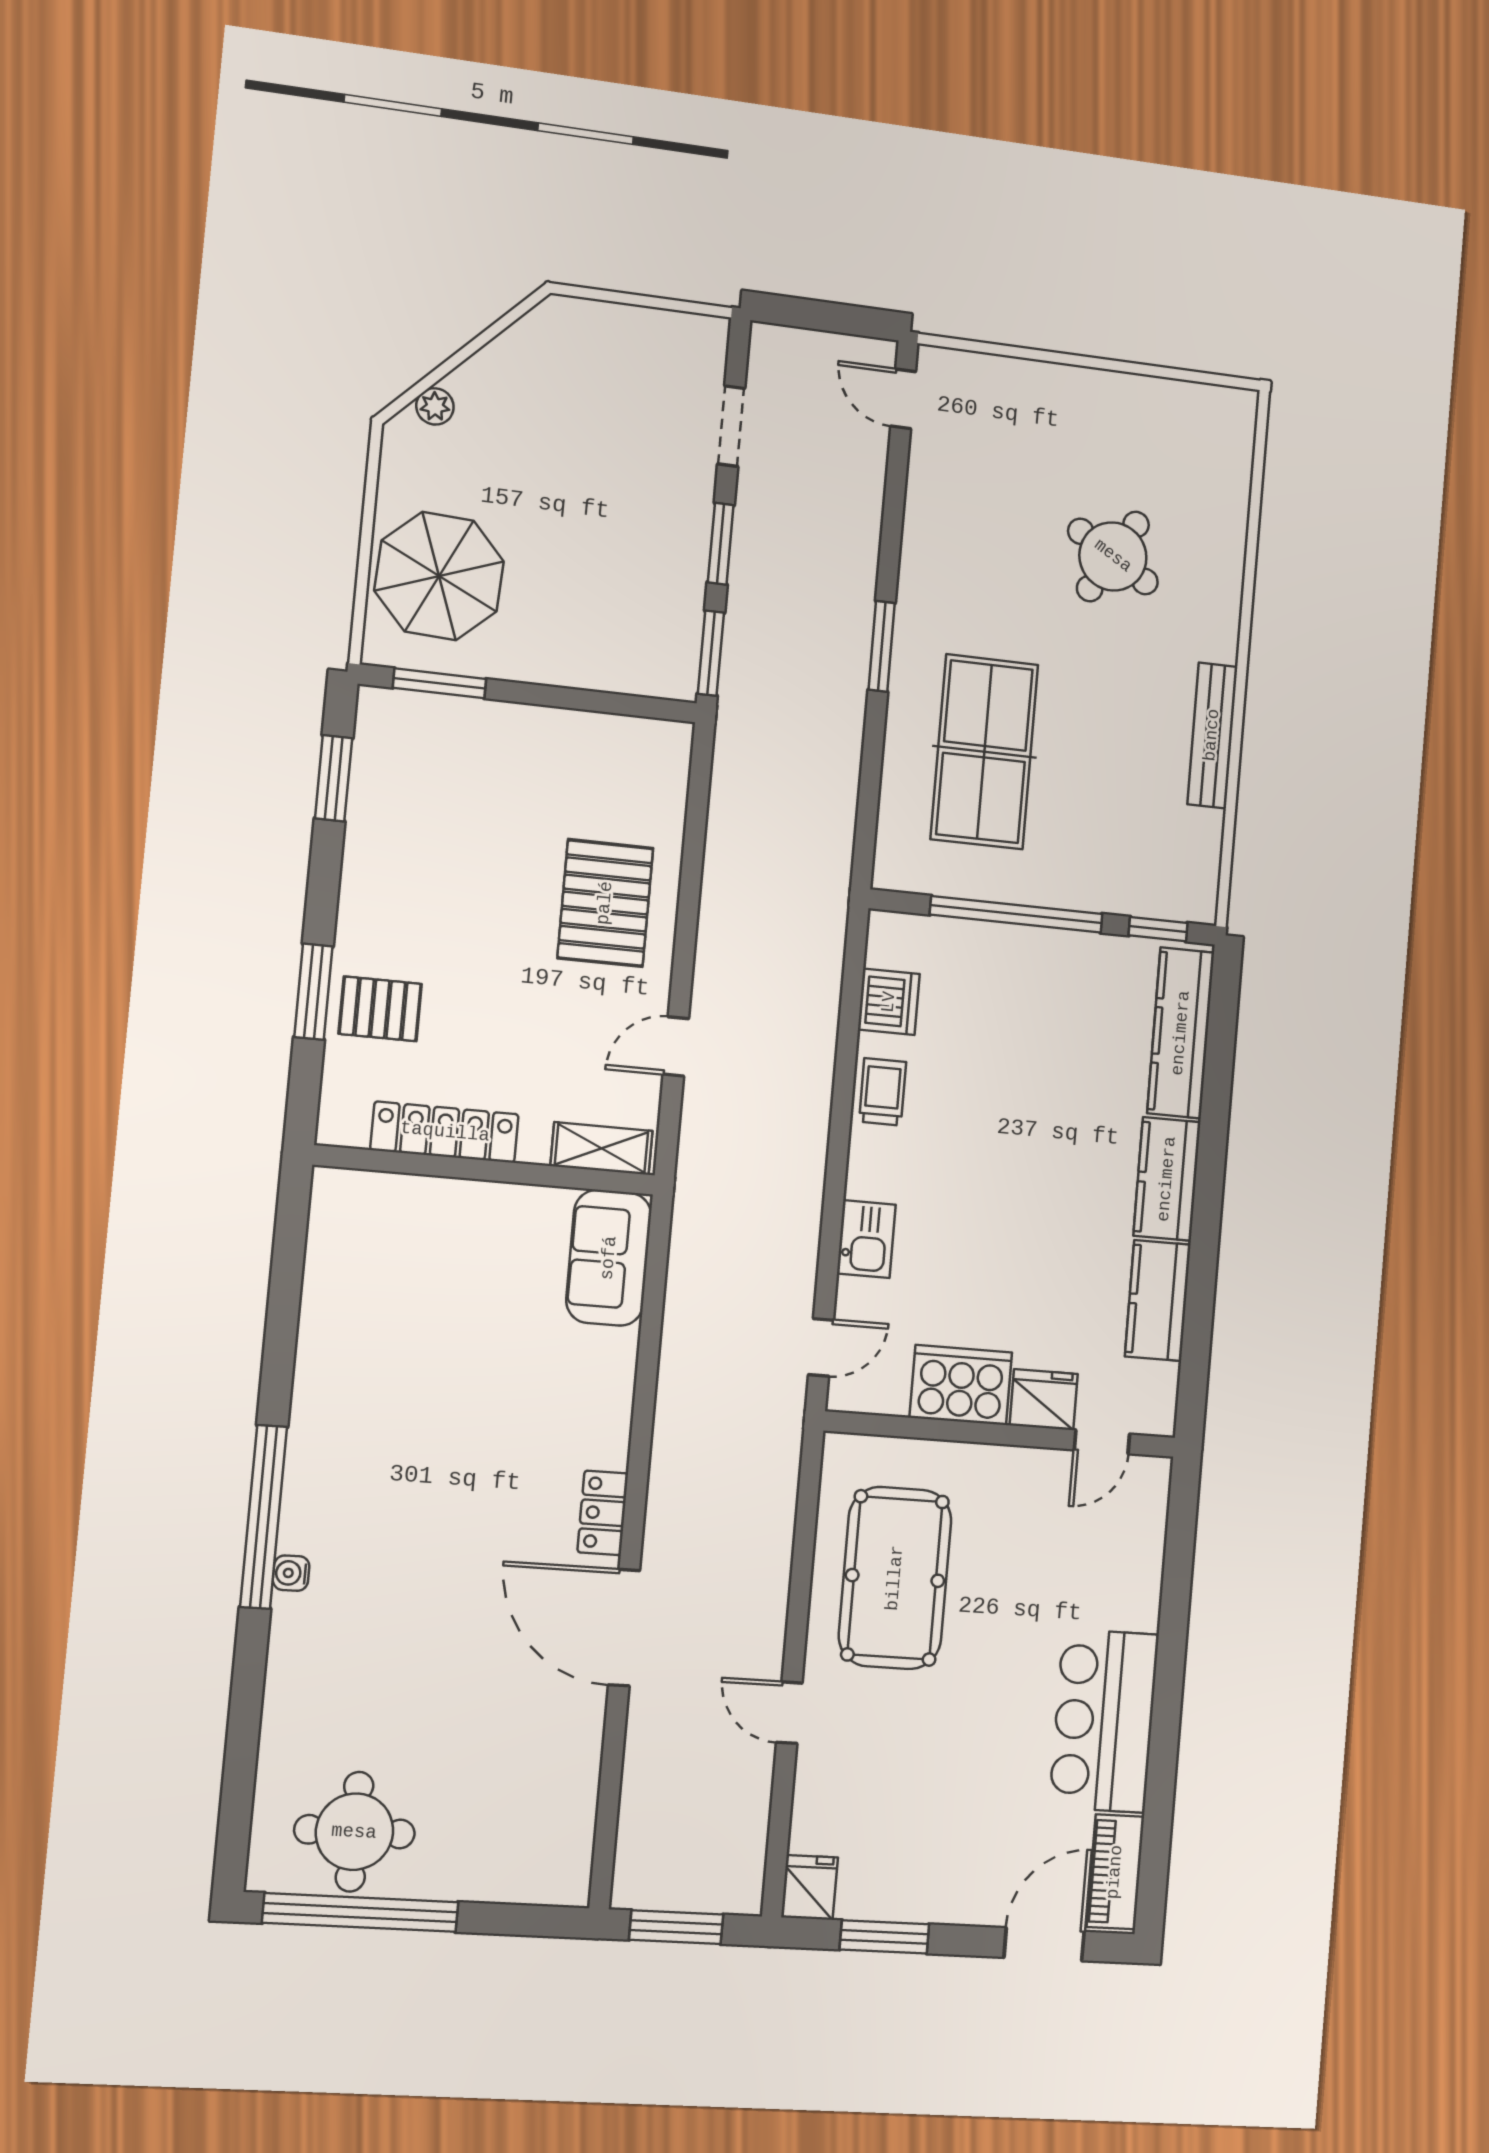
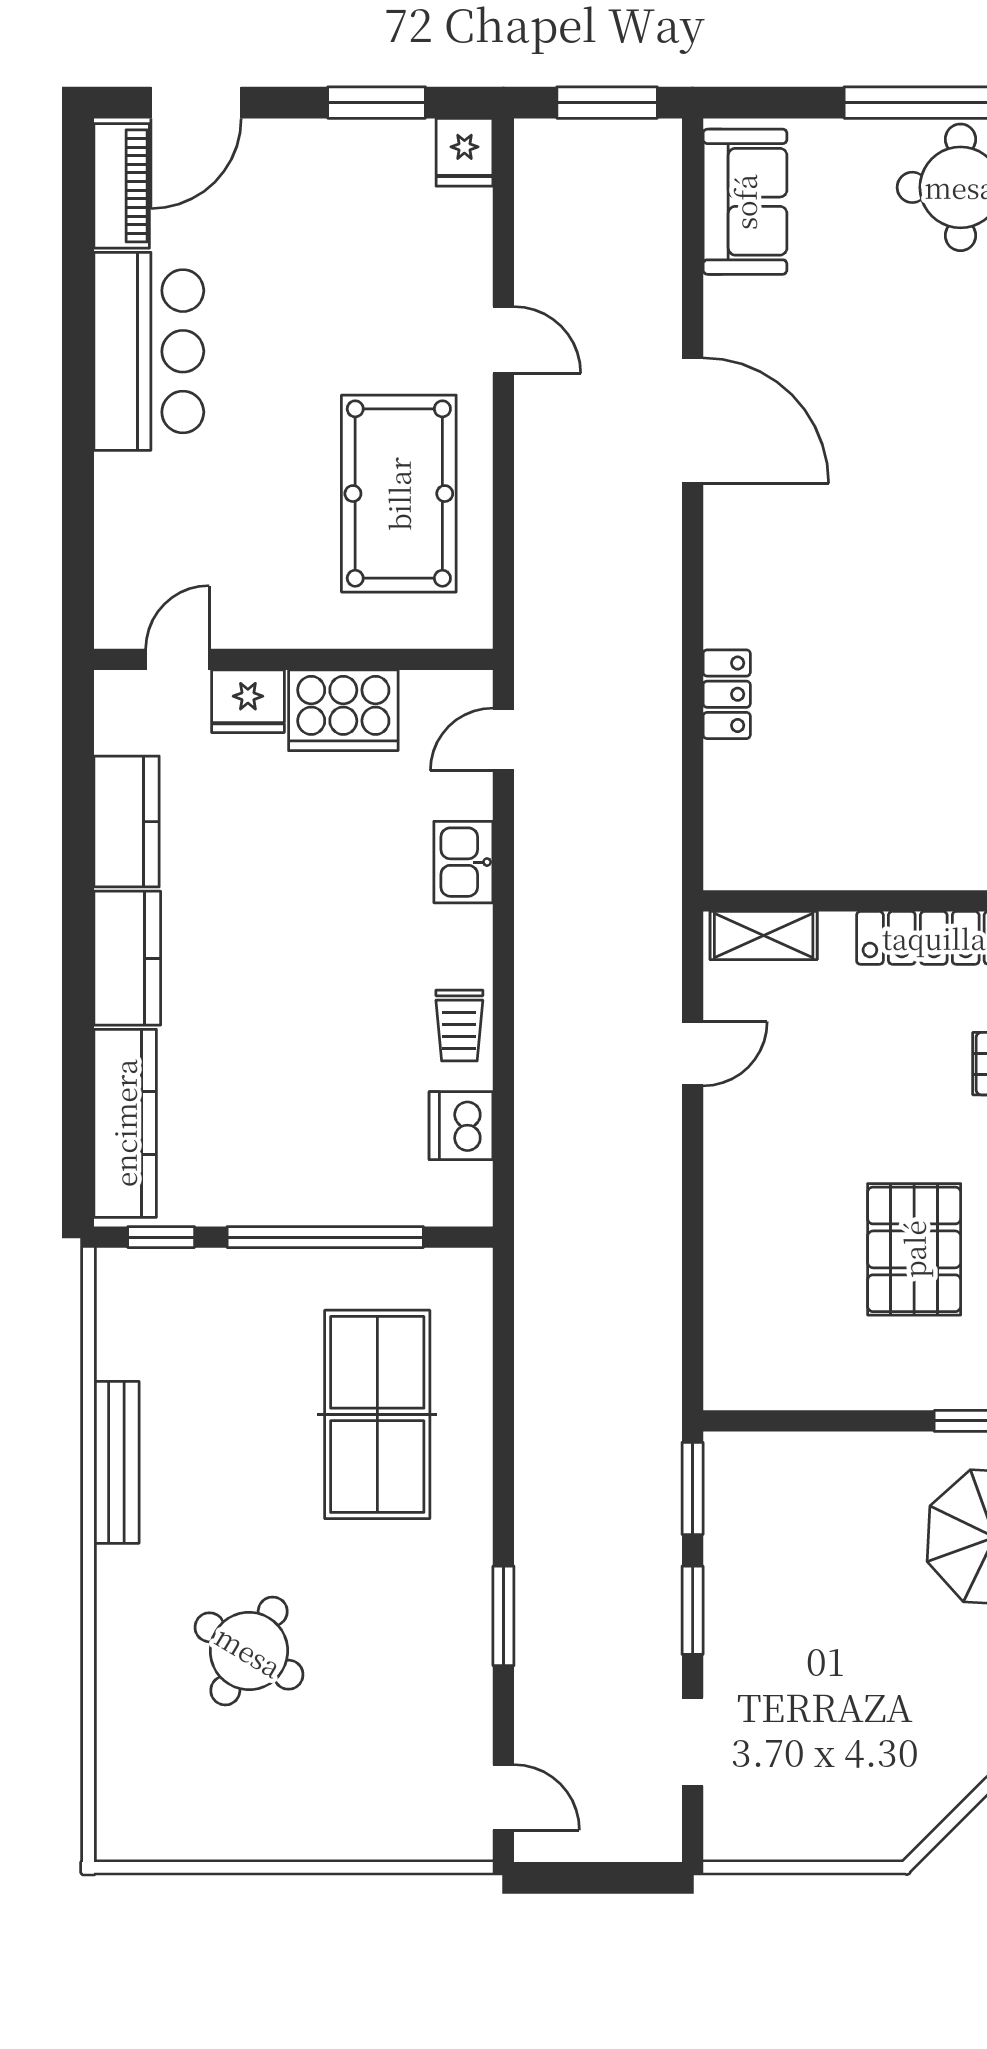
window: (882, 646) -> (503, 1616), moved
pallet: (605, 903) -> (914, 1249), moved
sofa: (609, 1258) -> (745, 202), moved
locker: (603, 1513) -> (727, 694), moved

